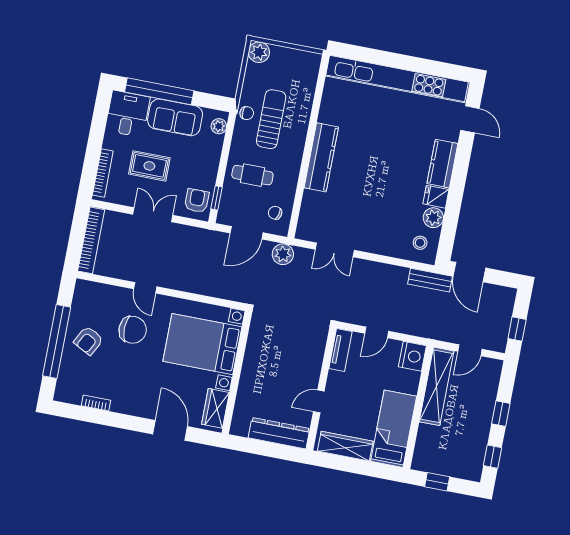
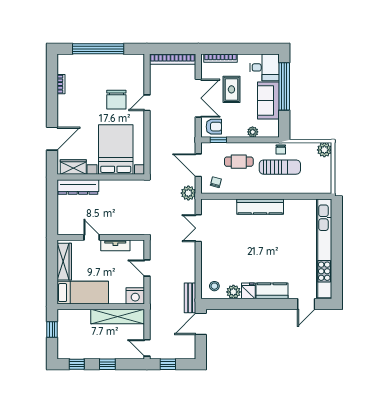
plant: (219, 126) -> (253, 132), moved
cafe table: (252, 175) -> (239, 162), turned 90
double door: (153, 215) -> (198, 98), width x1.37
armchair: (88, 341) -> (103, 71), removed
tv unit: (340, 350) -> (115, 245), moved
door: (470, 350) -> (147, 348), moved
dresser: (279, 433) -> (78, 187), moved, turned 90

